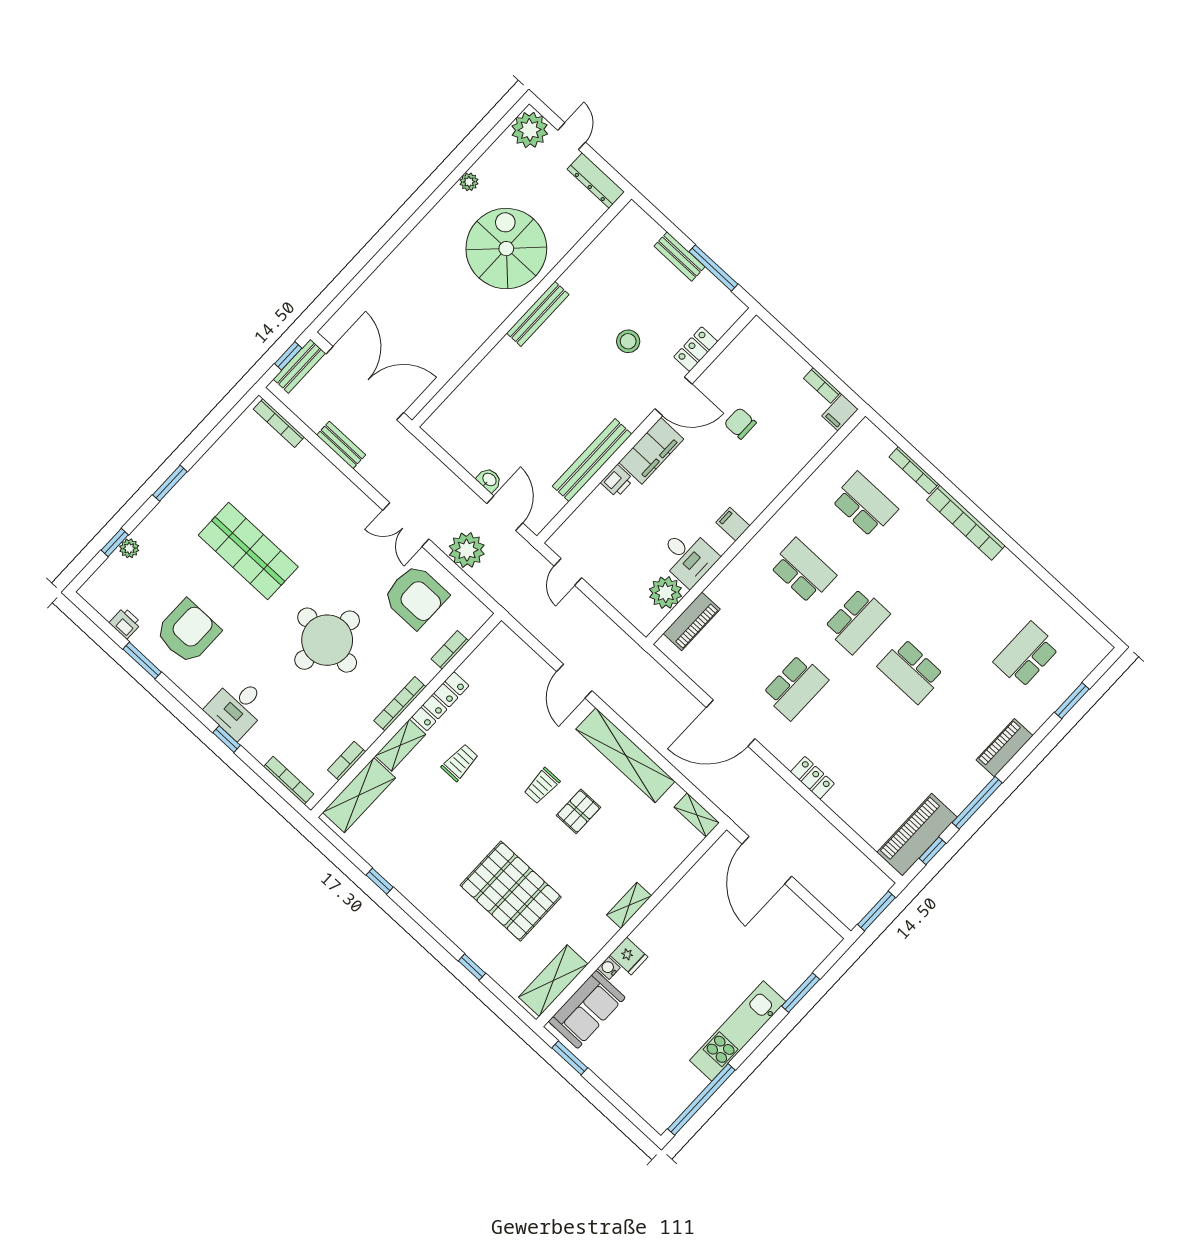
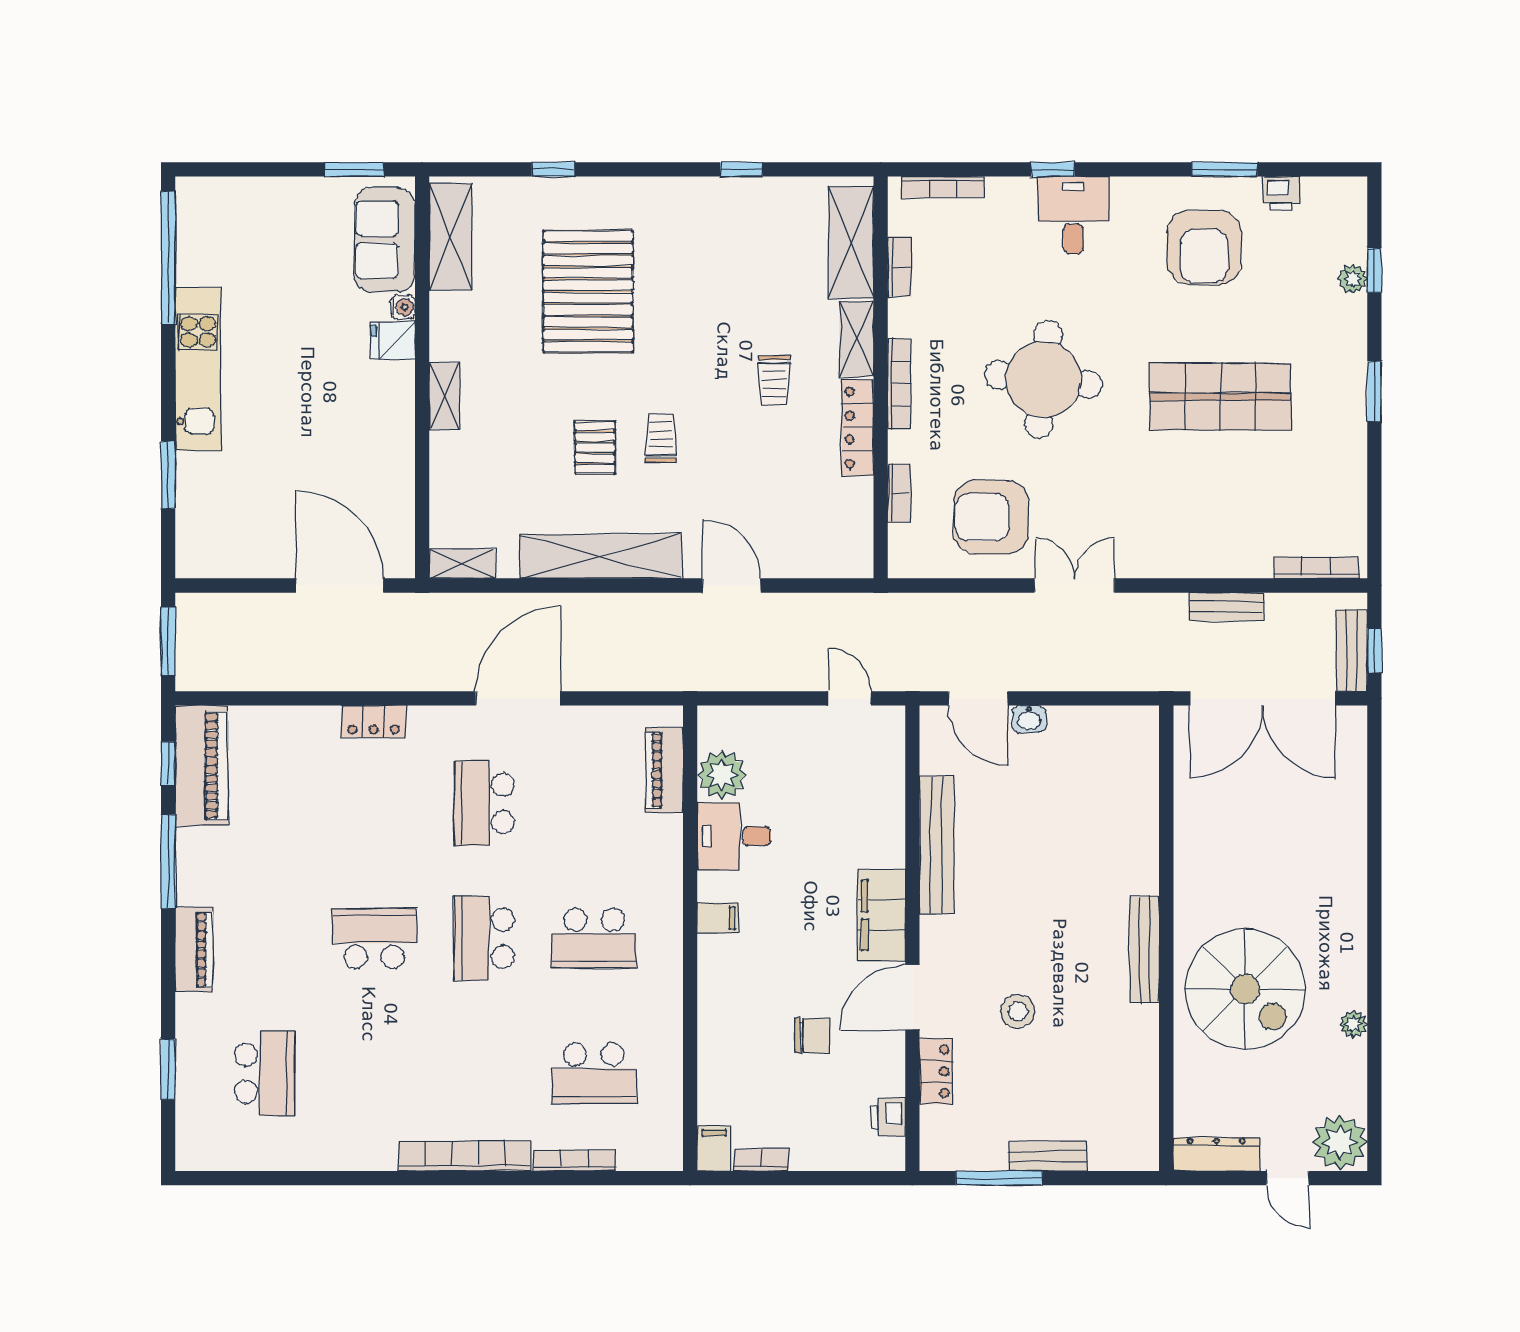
printer: (617, 481) -> (888, 1117), moved
plant: (467, 550) -> (982, 620), removed
pallet: (511, 891) -> (588, 291), turned 90

